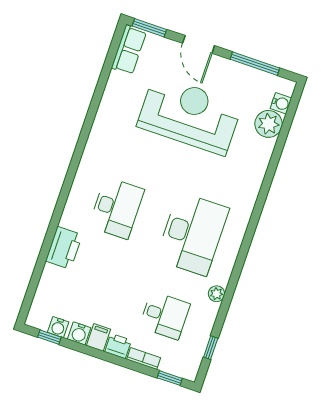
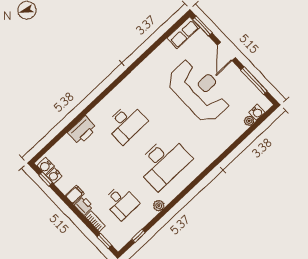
plant: (269, 124) -> (249, 121), width x0.53, depth x0.53
water cooler: (79, 333) -> (45, 166), moved

